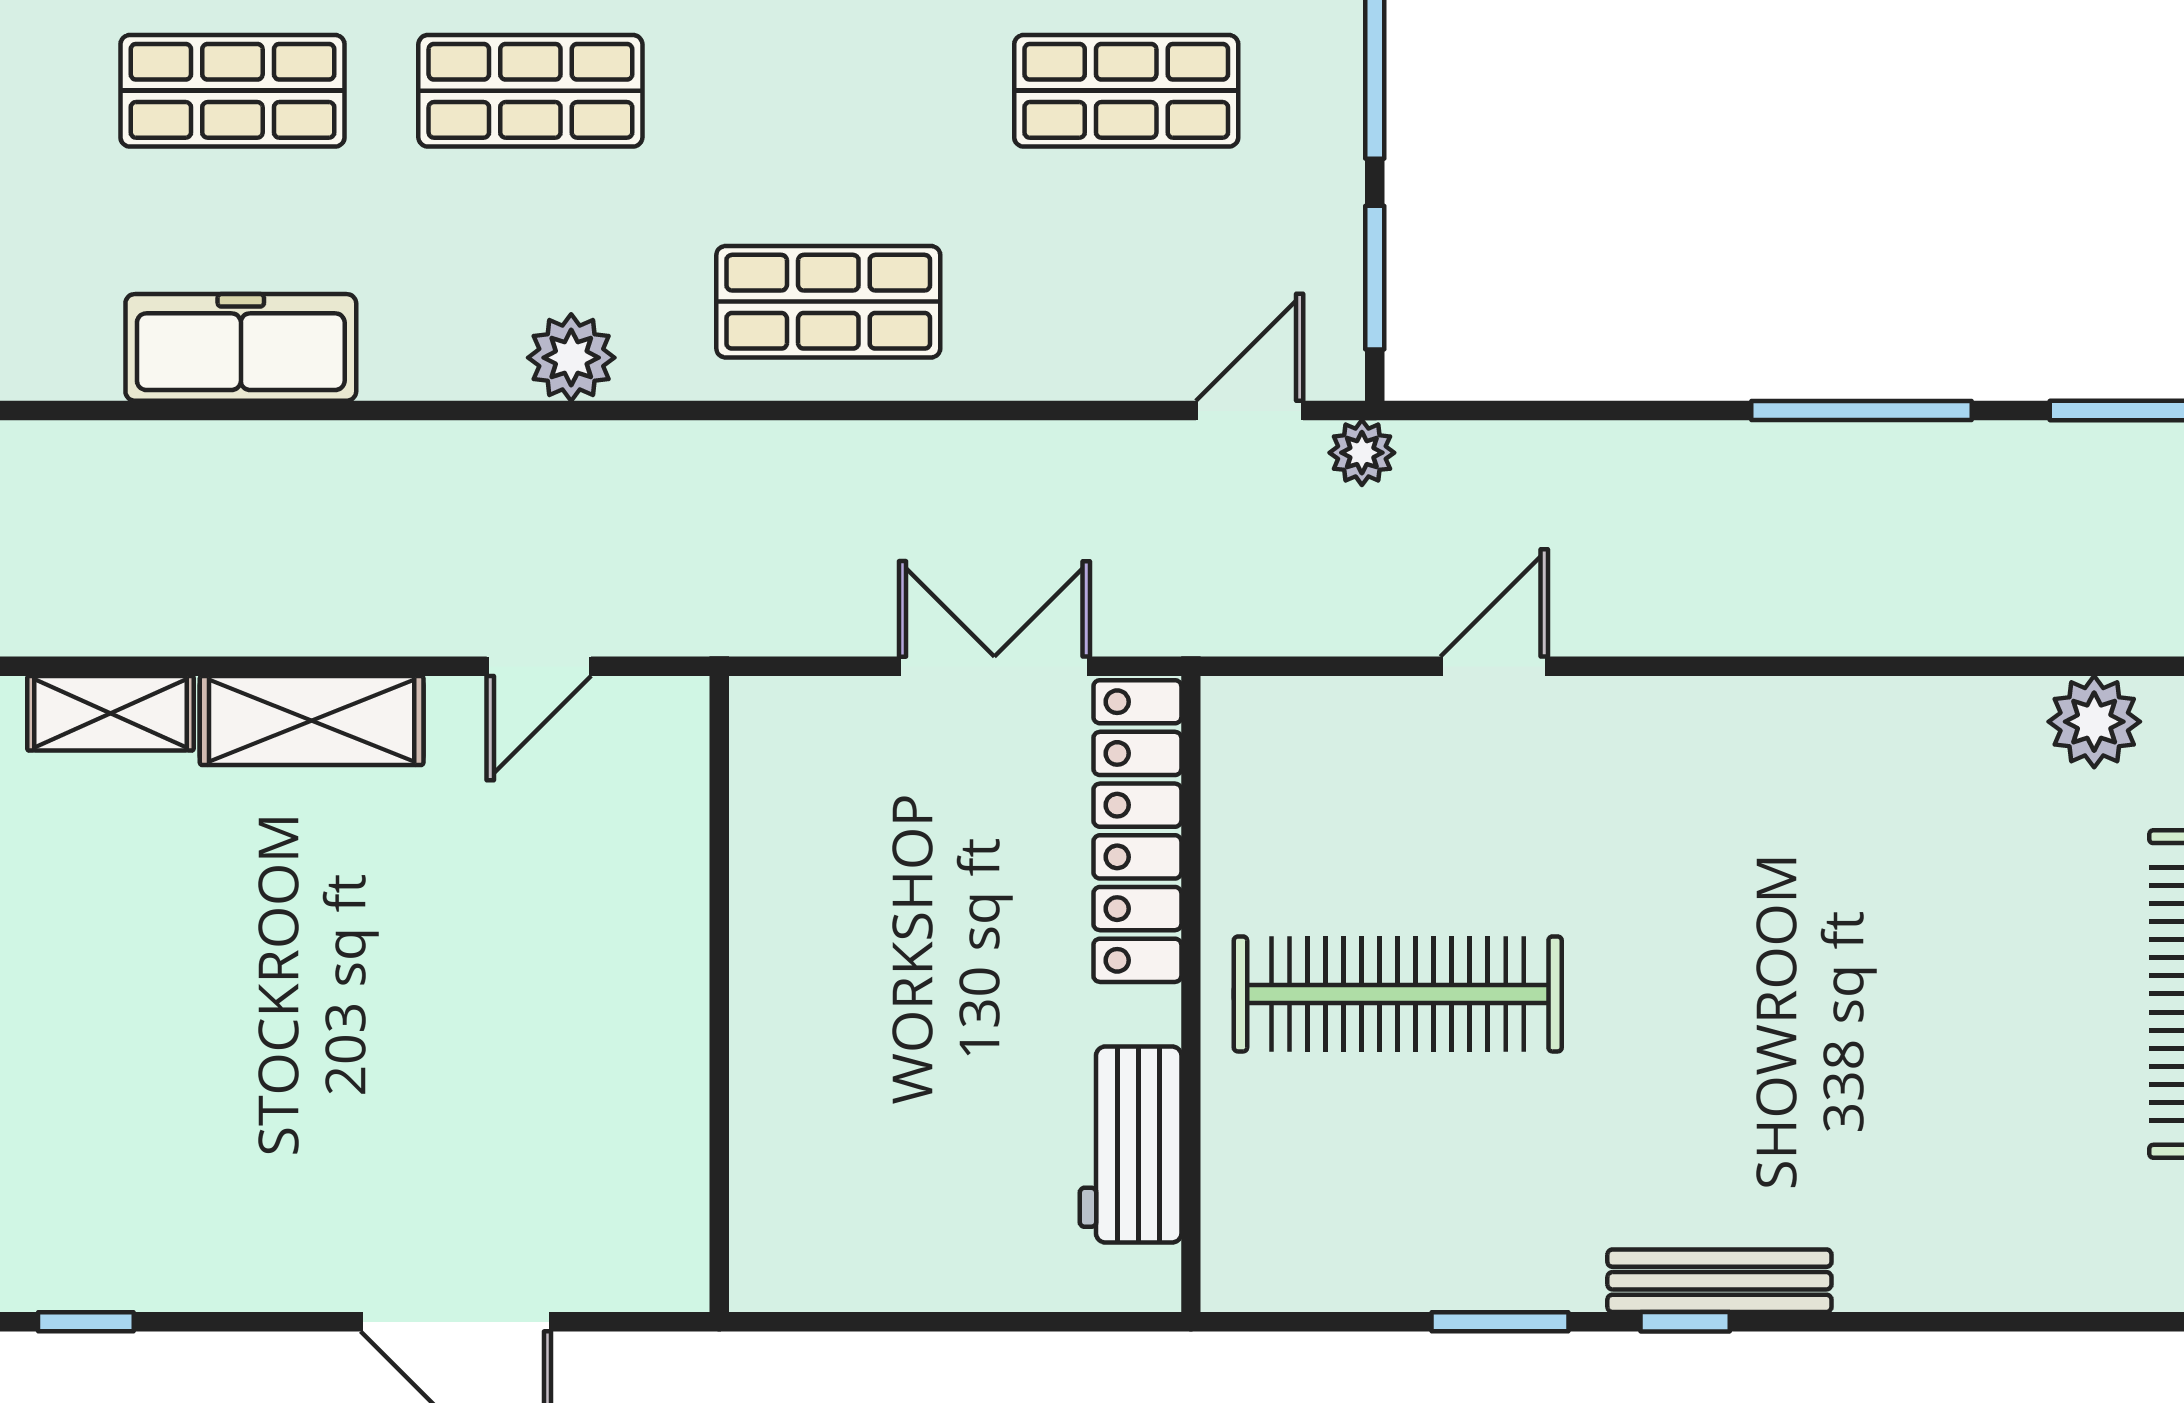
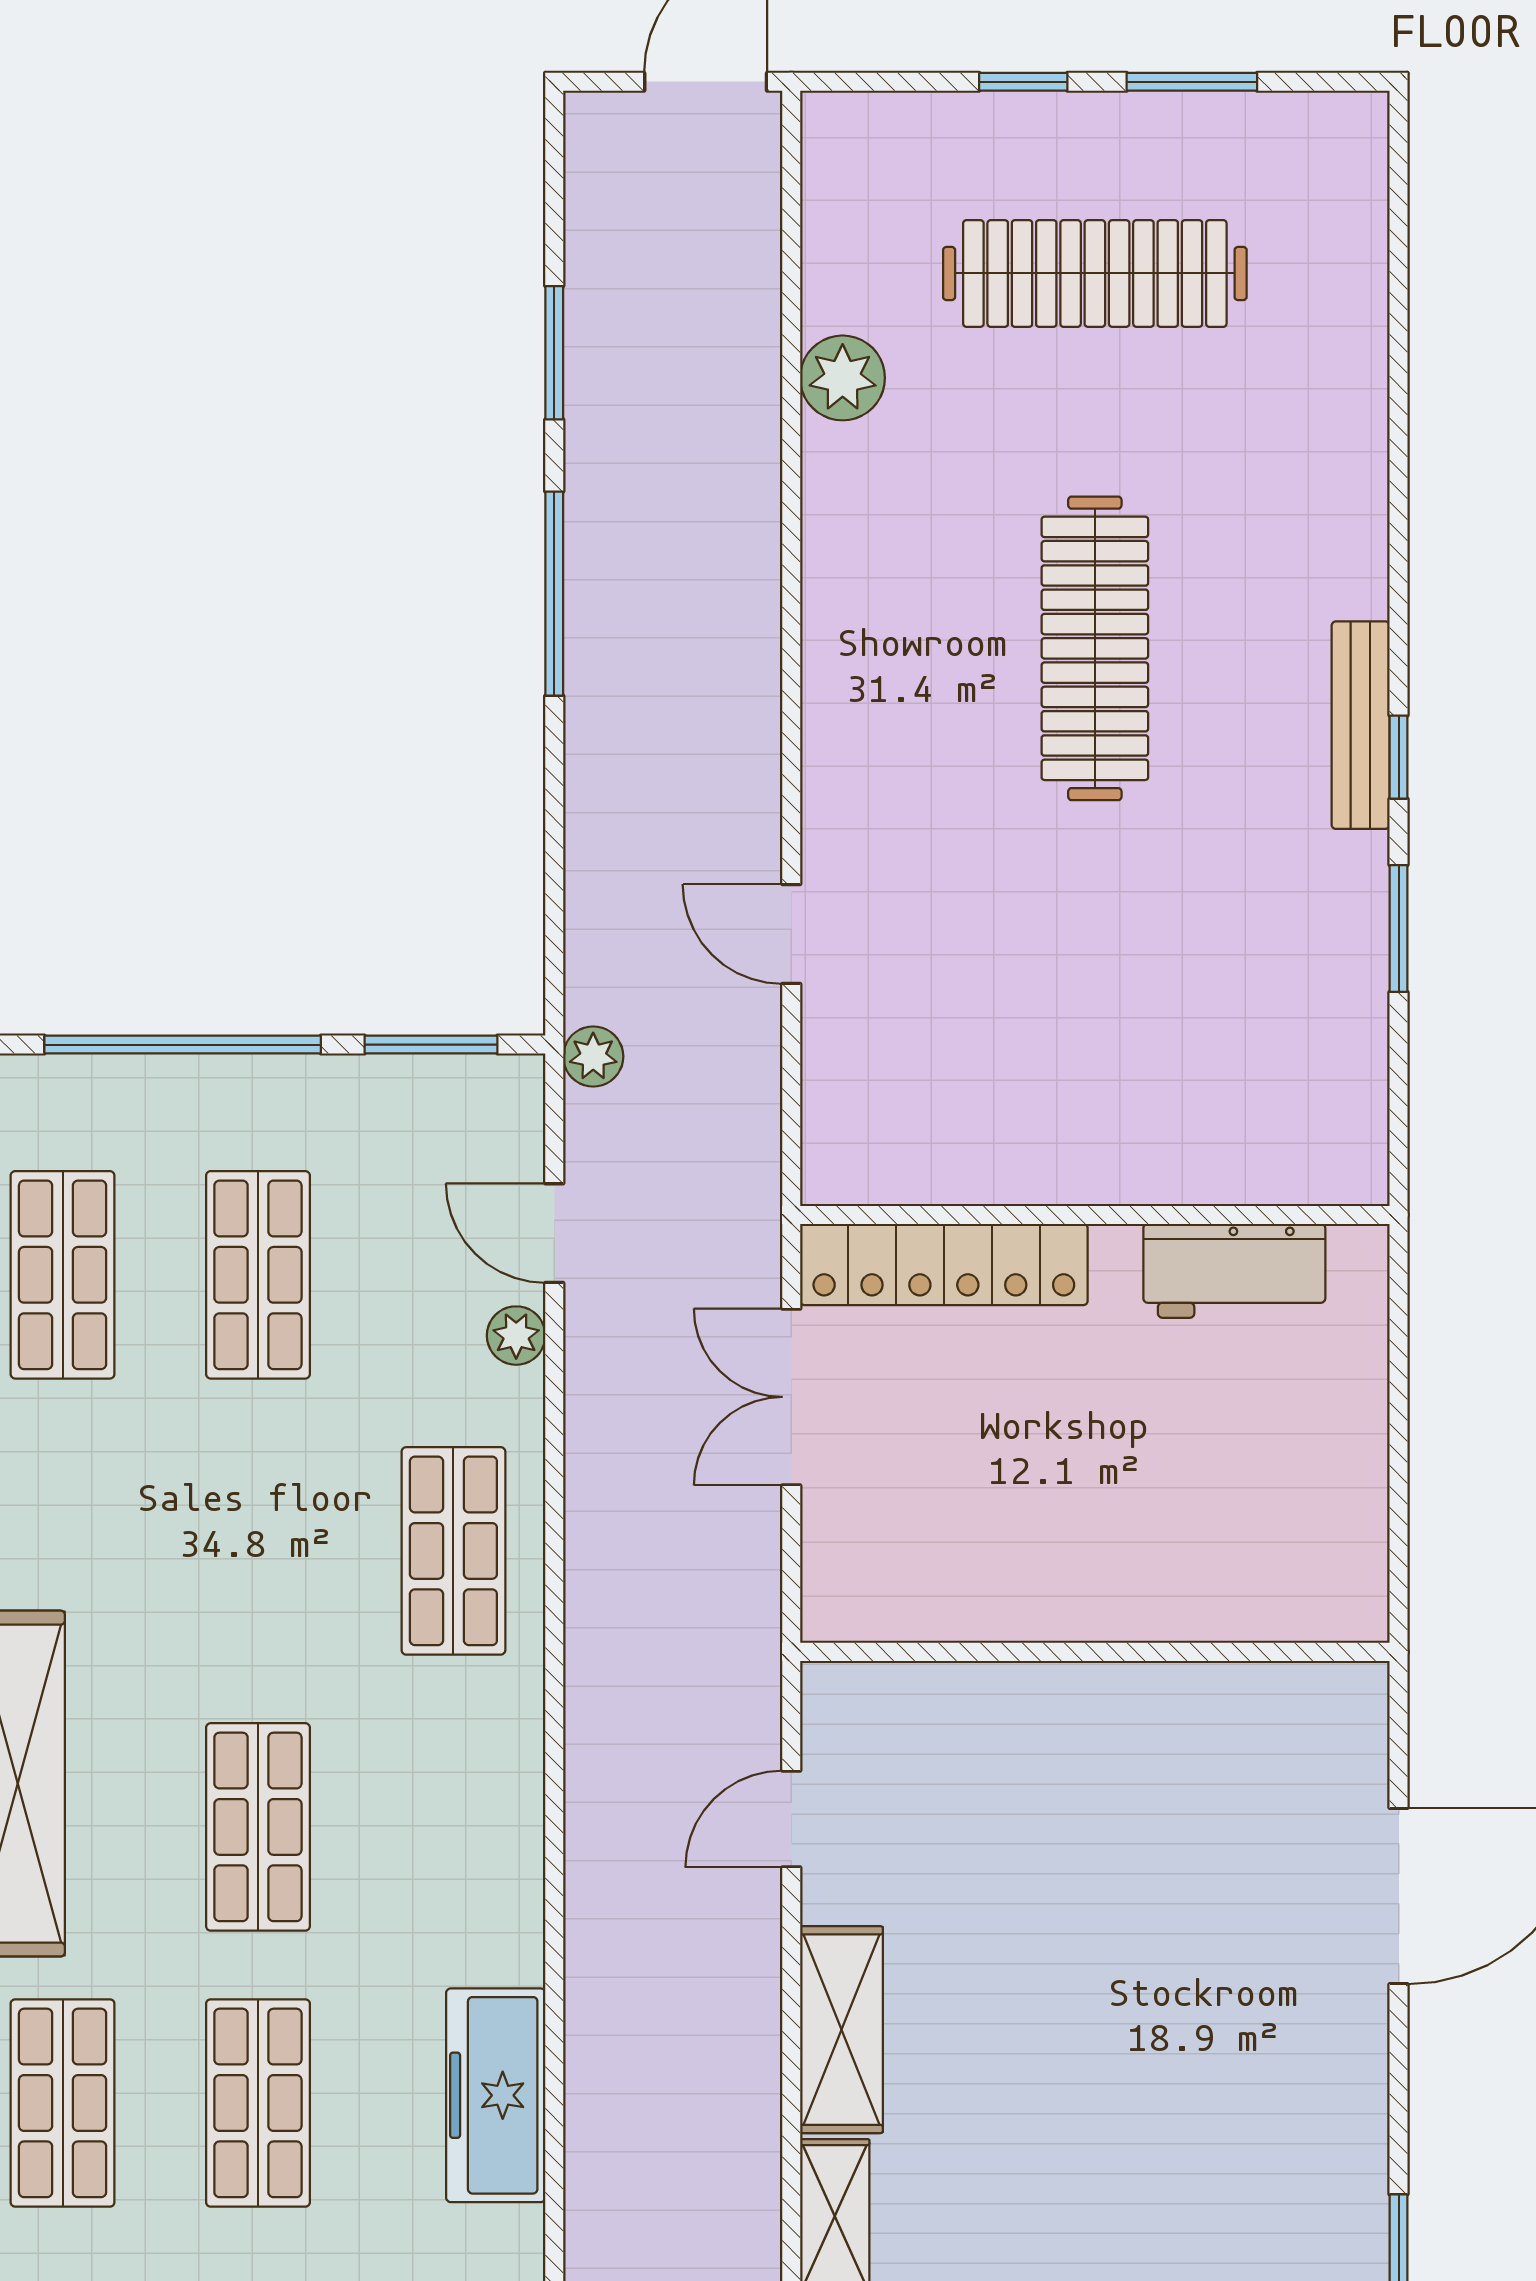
plant: (571, 358) -> (516, 1336), moved, width x0.73, depth x0.73
door: (1250, 411) -> (554, 1233), moved
door: (539, 666) -> (791, 1819), swing flipped
clothes rail: (1398, 994) -> (1095, 648), moved

